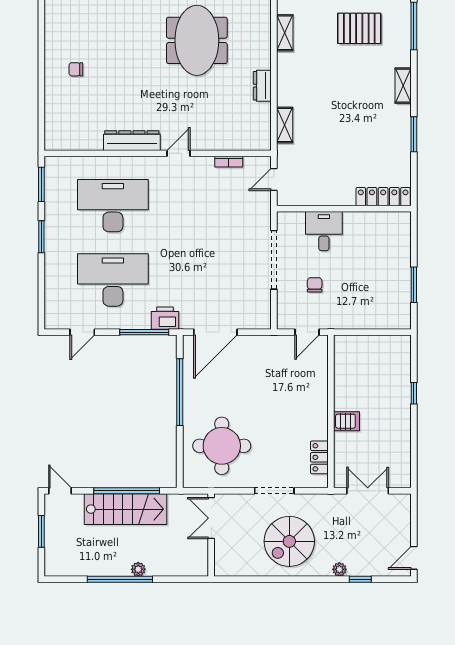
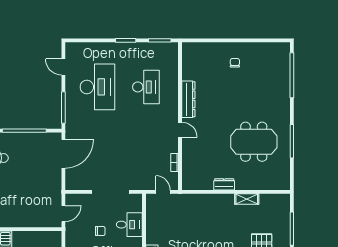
shelving: (285, 33) -> (247, 199), moved
shelving: (285, 125) -> (199, 199), removed
desk: (113, 206) -> (146, 87), width x0.73, depth x0.77
chair: (315, 285) -> (100, 231), moved
printer: (165, 318) -> (73, 121), removed
door: (215, 332) -> (63, 154), swing flipped
door: (307, 332) -> (63, 214), swing flipped

